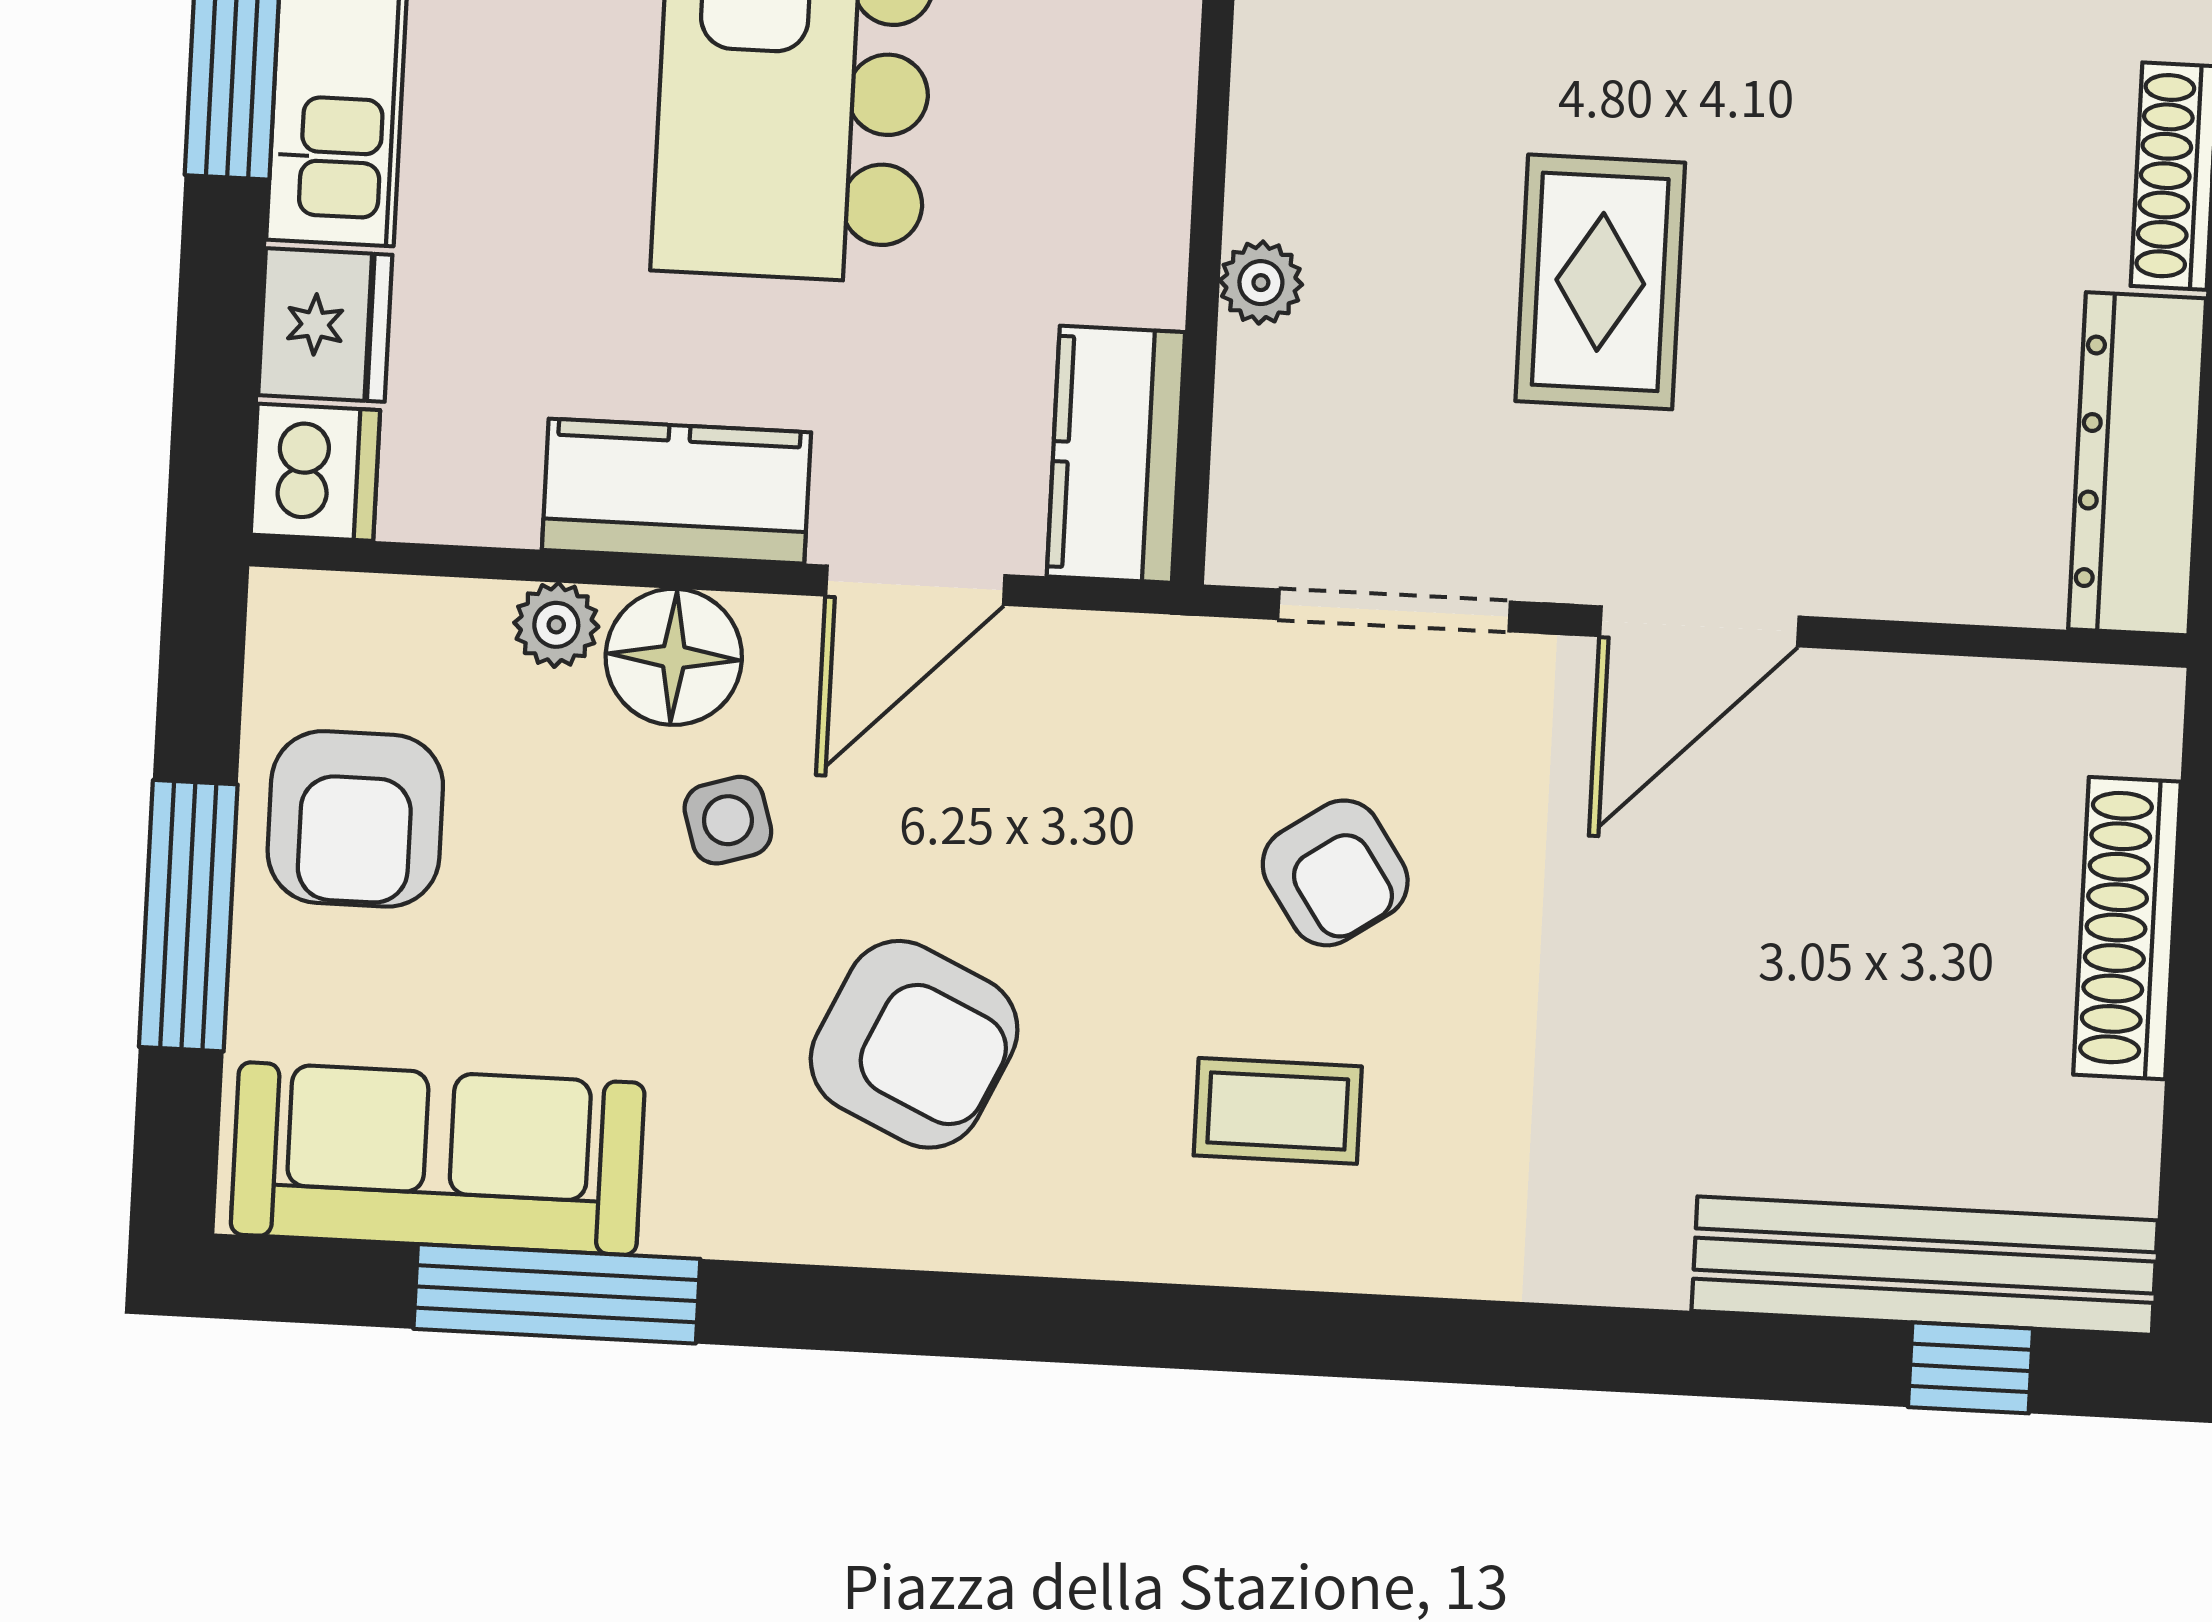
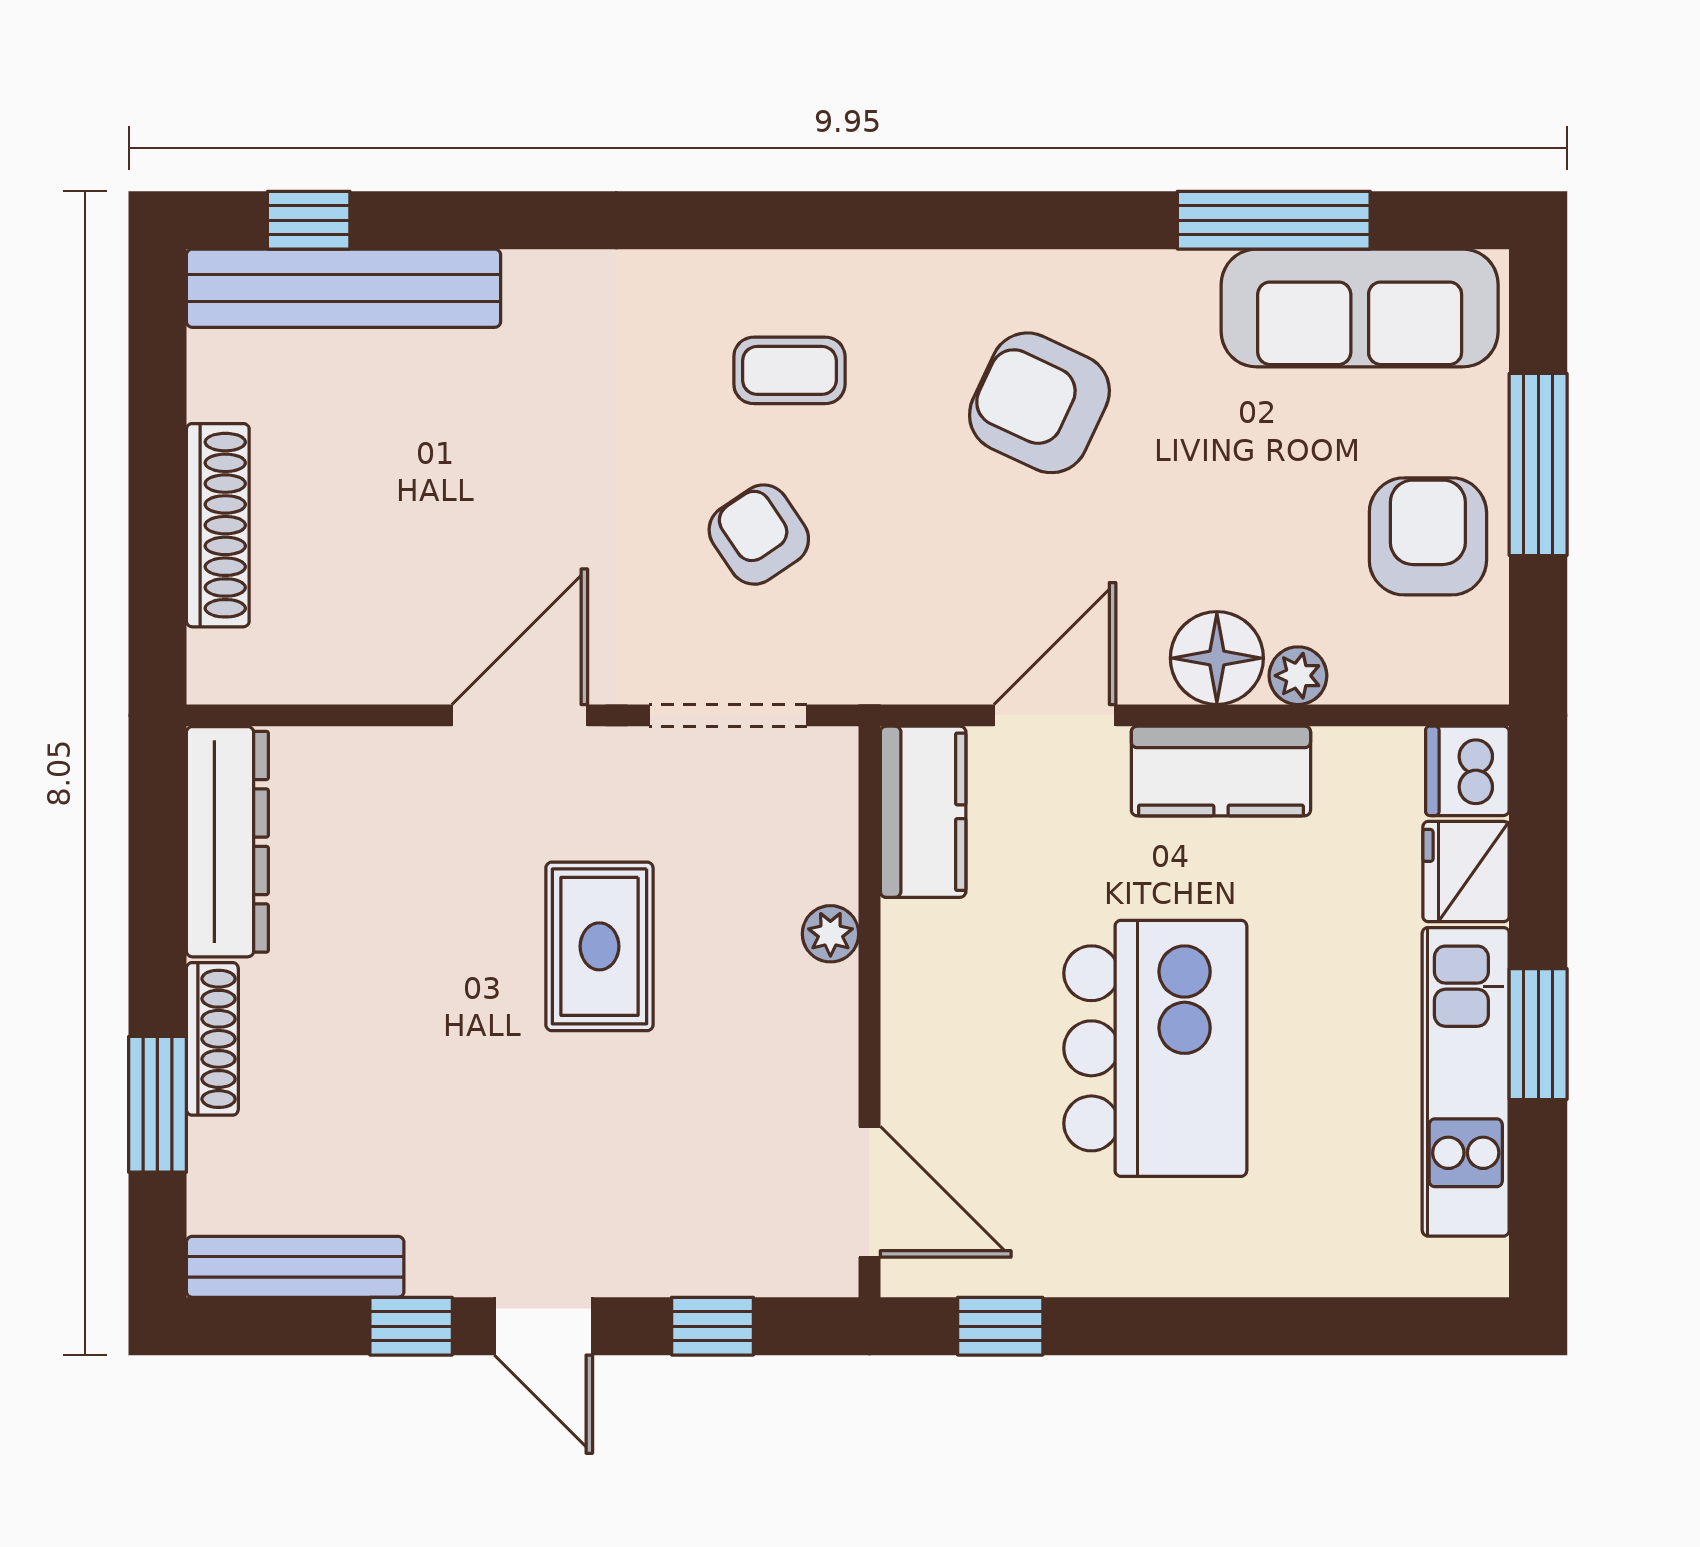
side table: (728, 820) -> (1174, 549), removed

